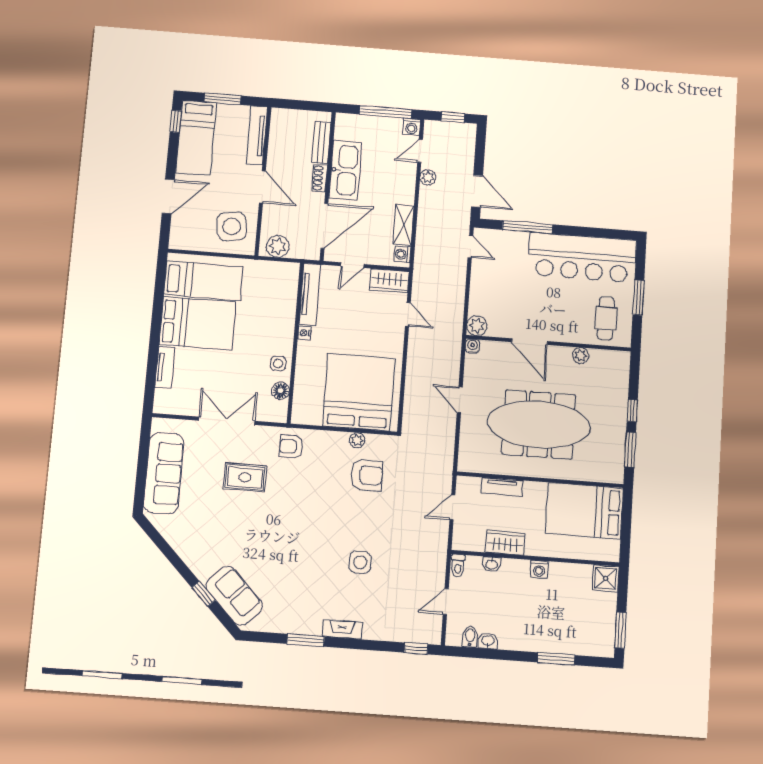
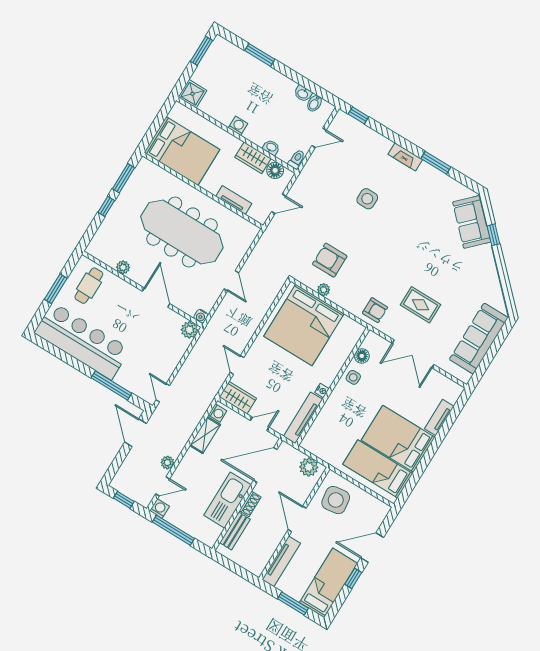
window: (176, 121) -> (353, 578), moved
floor lamp: (475, 542) -> (275, 170), added

